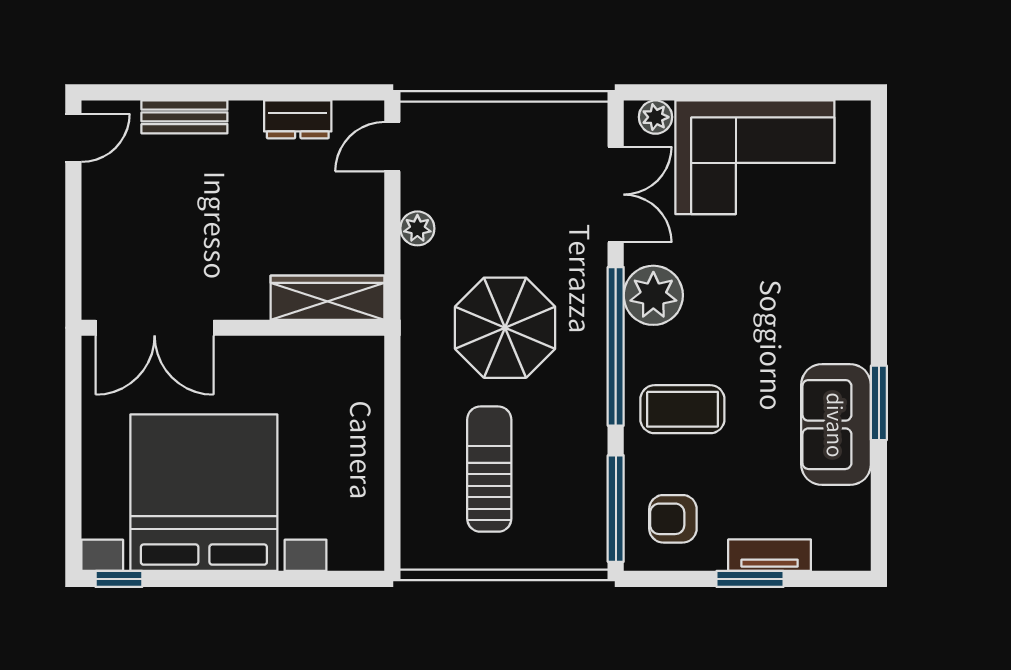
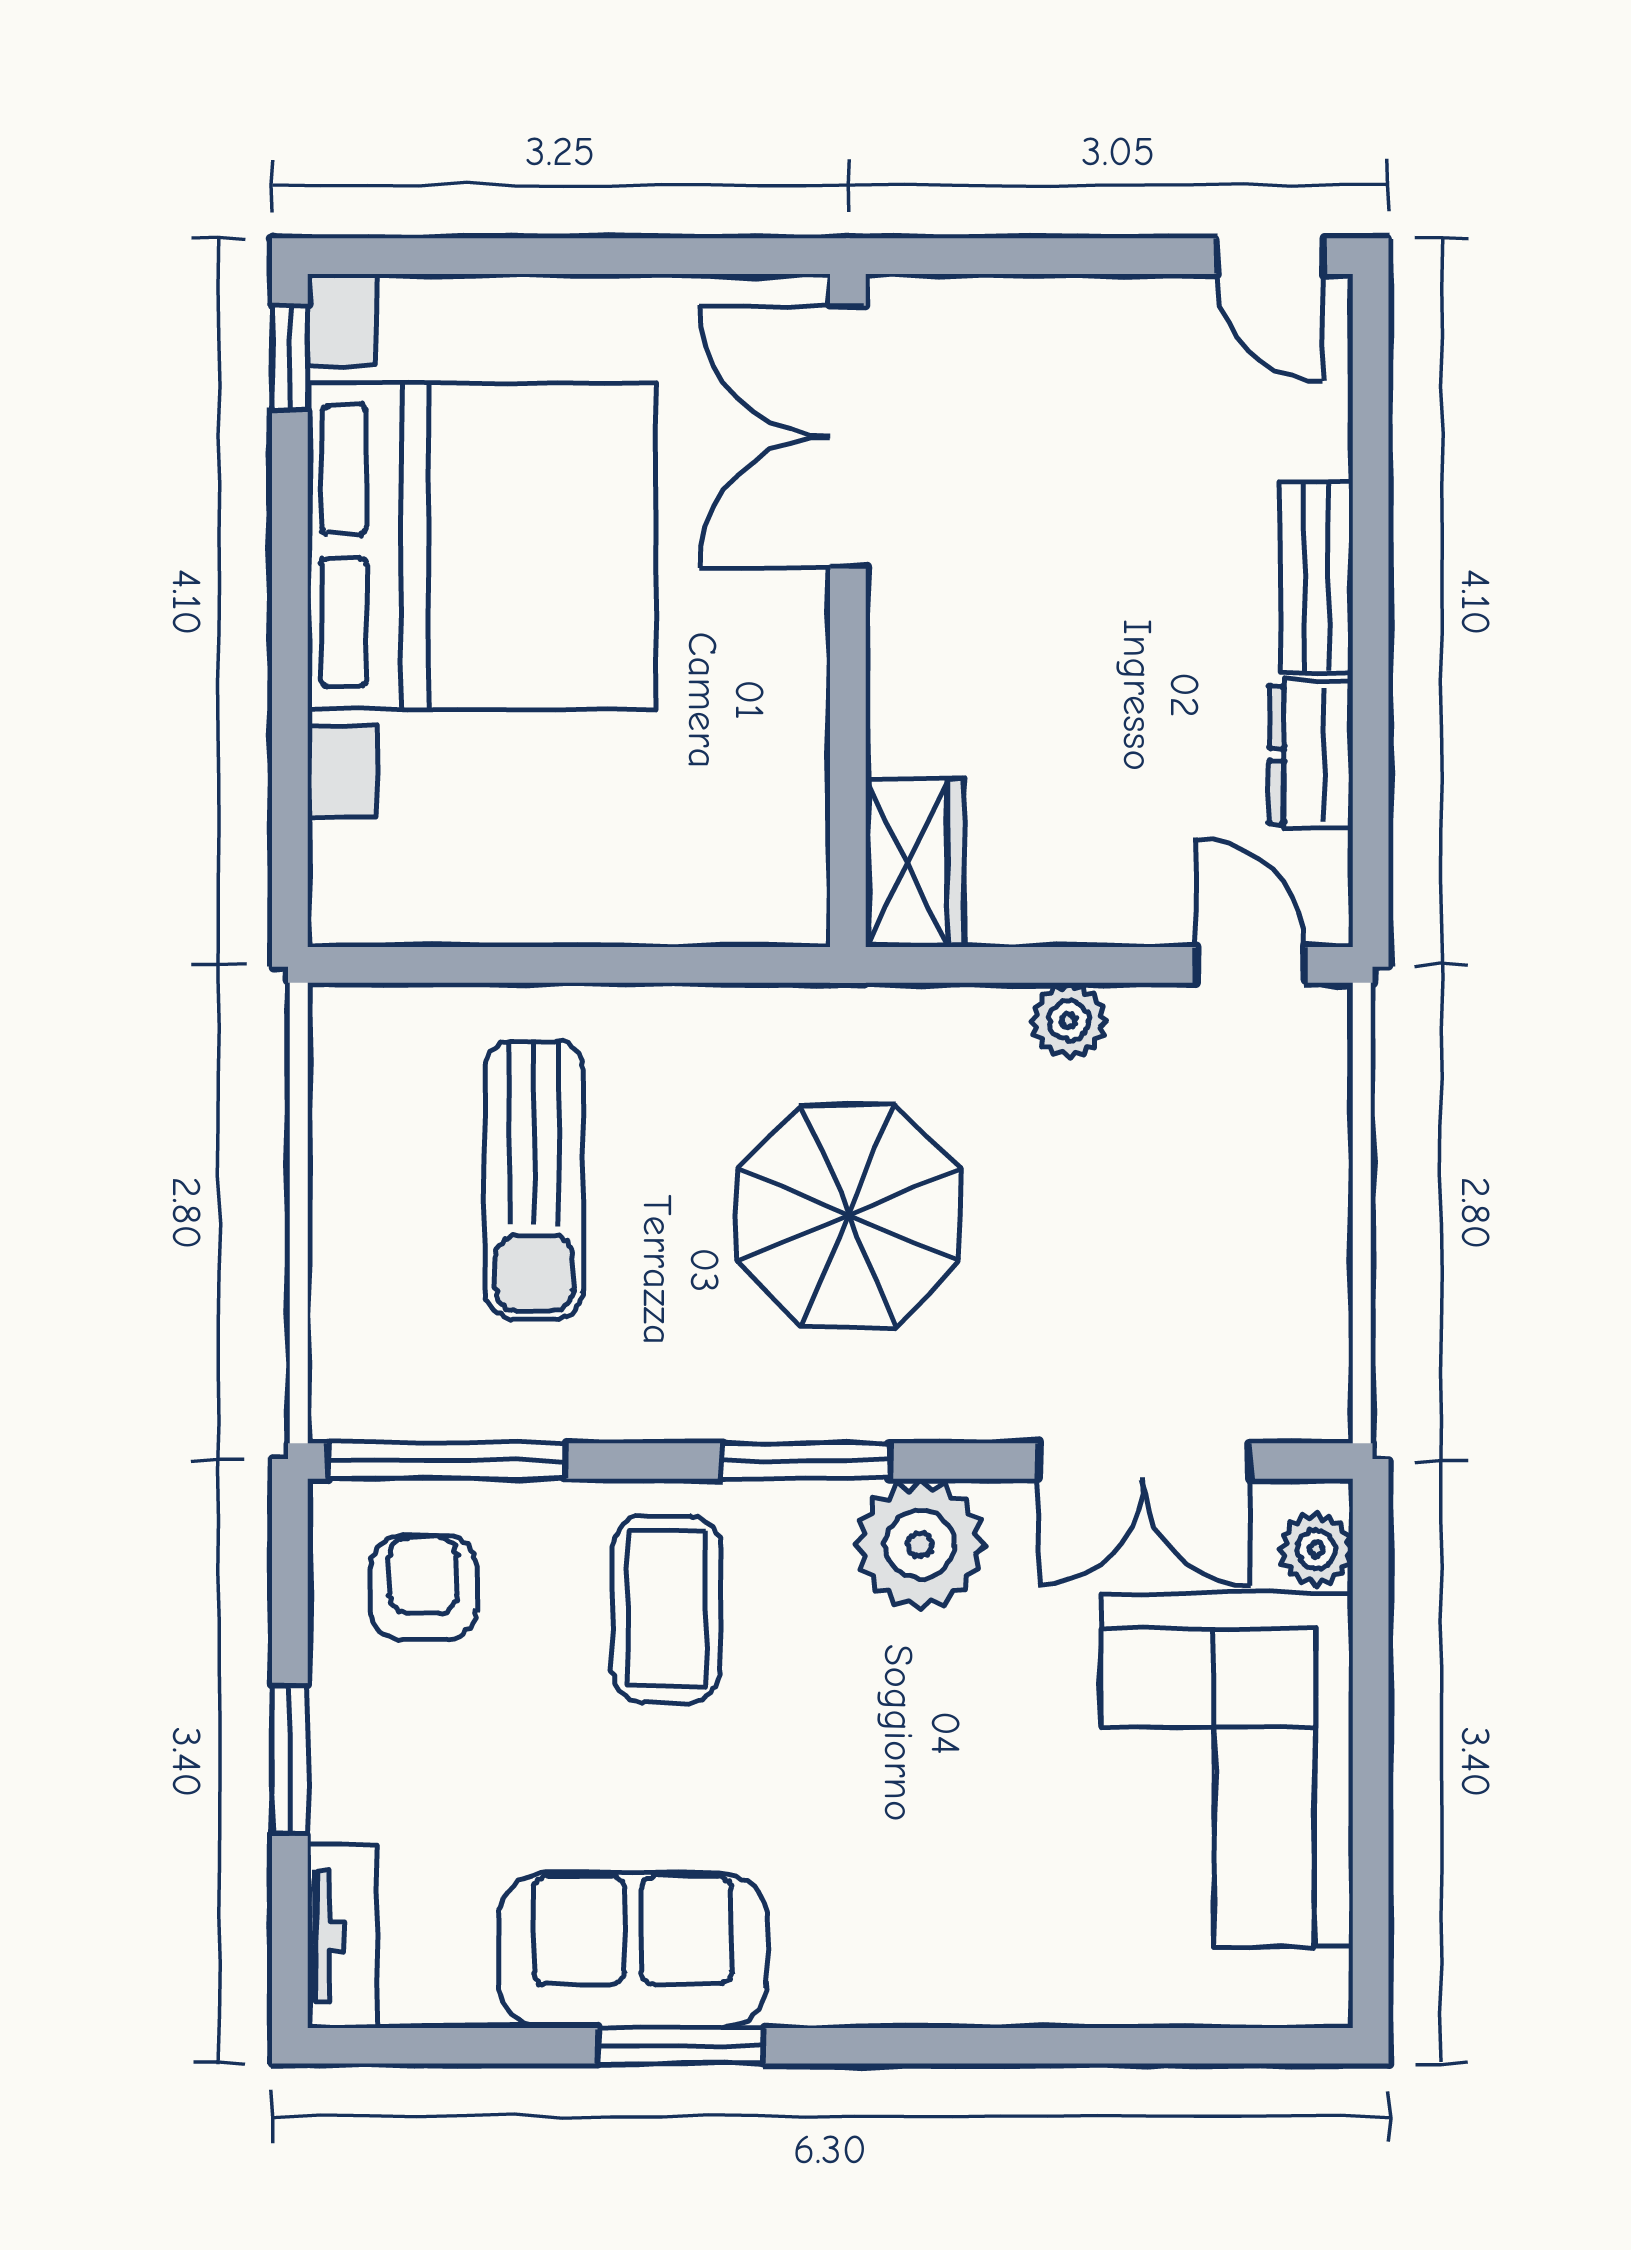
bench: (184, 117) -> (1316, 577), moved
wardrobe: (327, 298) -> (915, 863), width x0.67
window: (616, 346) -> (807, 1461), width x0.47
sun lounger: (489, 469) -> (534, 1180), turned 90
tv unit: (770, 555) -> (343, 1936), moved

